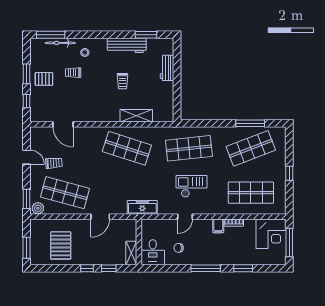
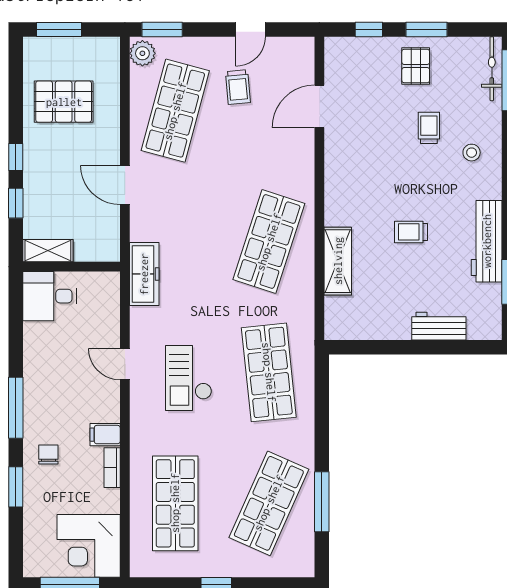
bicycle: (60, 43) -> (492, 69), moved
shop shelf: (251, 148) -> (269, 503), turned 45
checkout: (192, 186) -> (189, 378), turned 180
chair: (179, 248) -> (48, 455), moved

